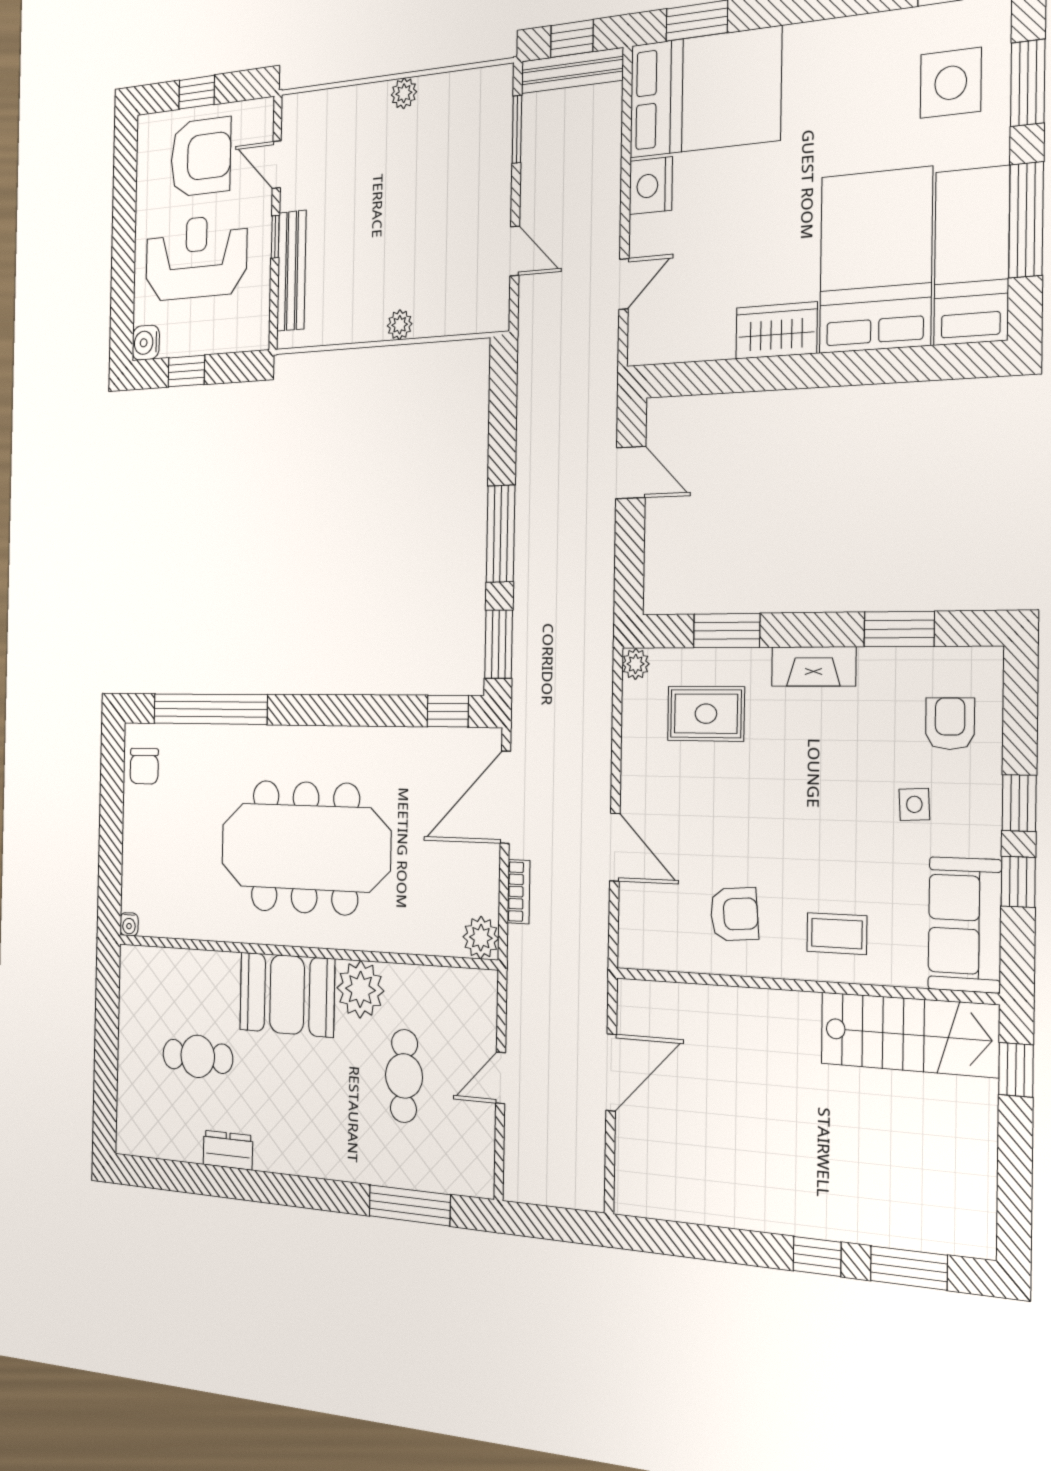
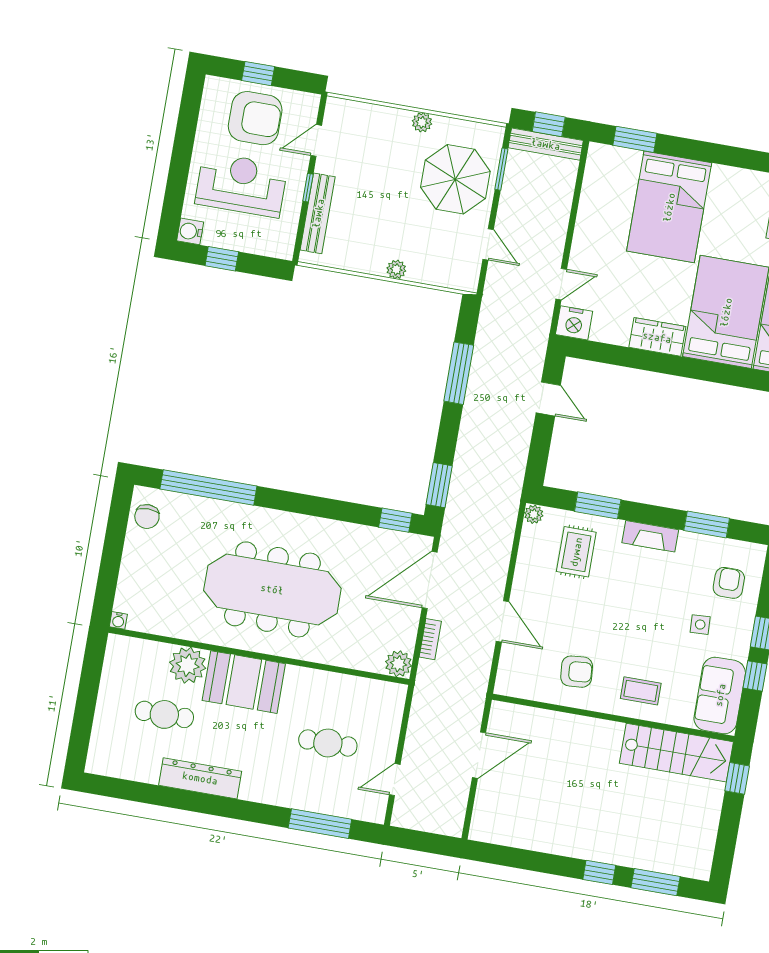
bed: (705, 93) -> (669, 207), moved, turned 90
door: (277, 165) -> (316, 140), hinge flipped
parasol: (458, 165) -> (455, 179), added
nightstand: (651, 186) -> (574, 323), moved, turned -90
window: (501, 534) -> (459, 373), moved
rug: (706, 714) -> (576, 552), turned 90
plant: (360, 989) -> (188, 665), moved
cafe table: (404, 1076) -> (328, 743), turned 90
door: (501, 1078) -> (395, 780), moved
dresser: (228, 1150) -> (200, 778), width x1.96, depth x1.24

